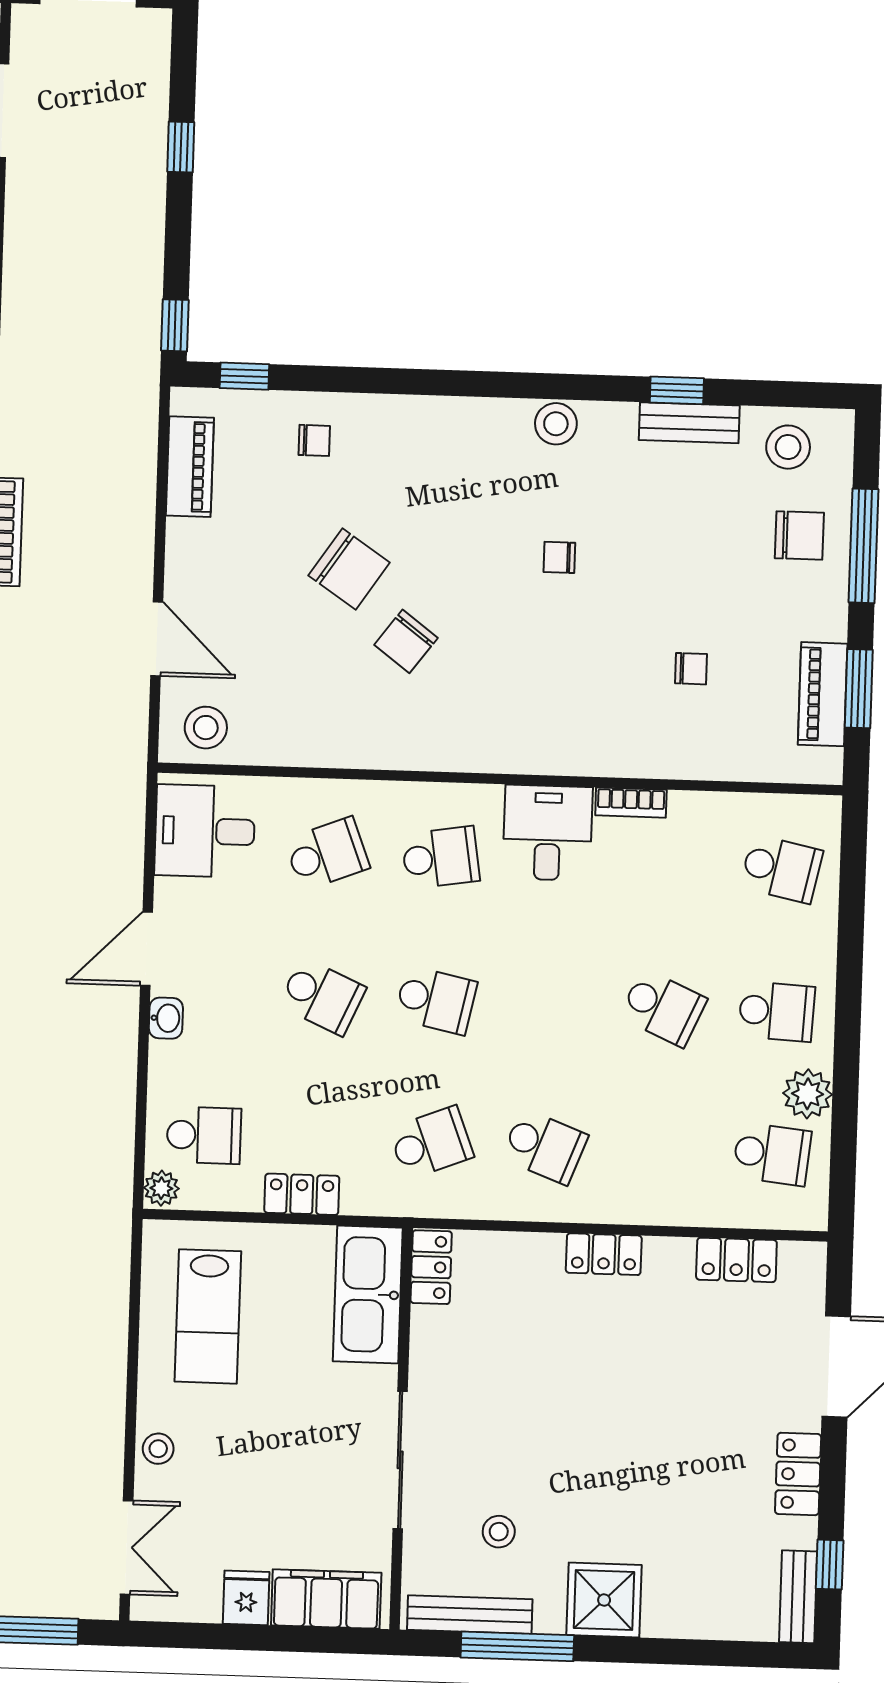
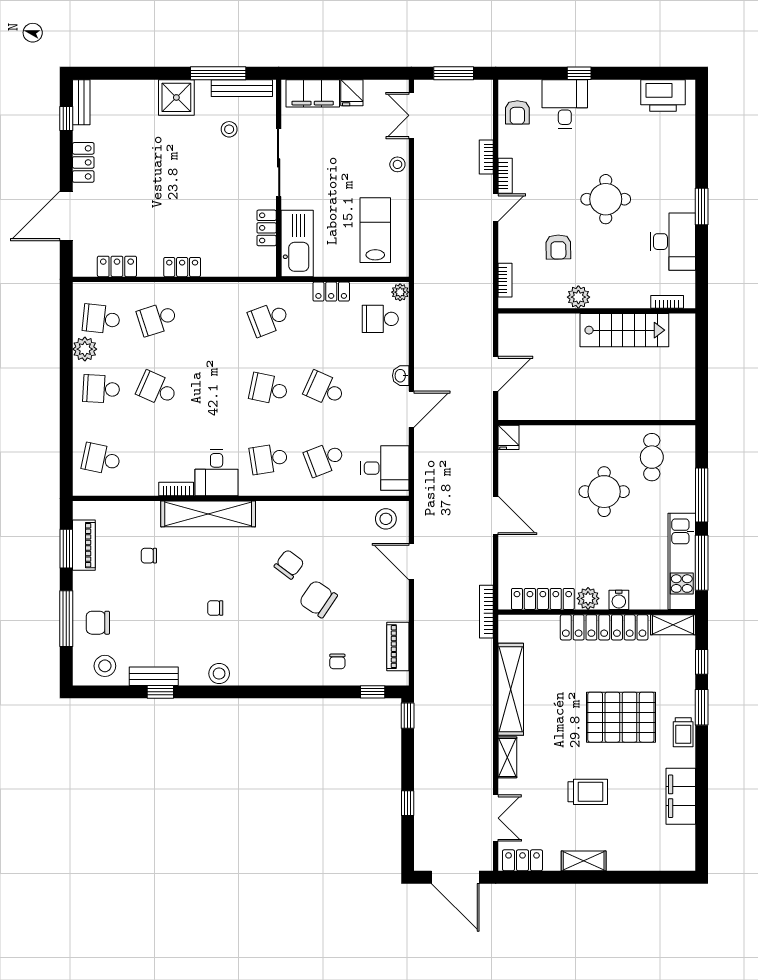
chair: (314, 440) -> (337, 661), turned -90
chair: (559, 557) -> (215, 608), turned 180
shelving: (567, 750) -> (208, 514), added
school desk: (545, 1147) -> (157, 319), moved, turned -39
locker: (431, 1267) -> (267, 228), moved

